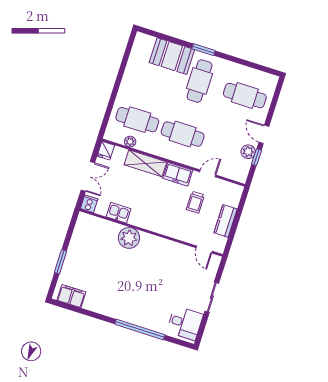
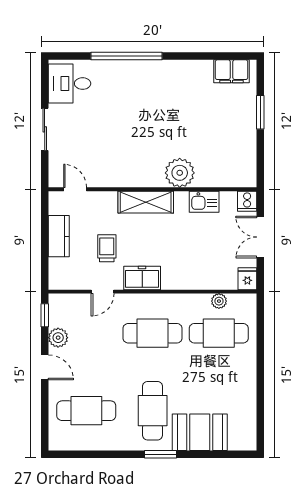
window: (256, 157) -> (45, 315), moved
shelving: (145, 163) -> (146, 202), moved

